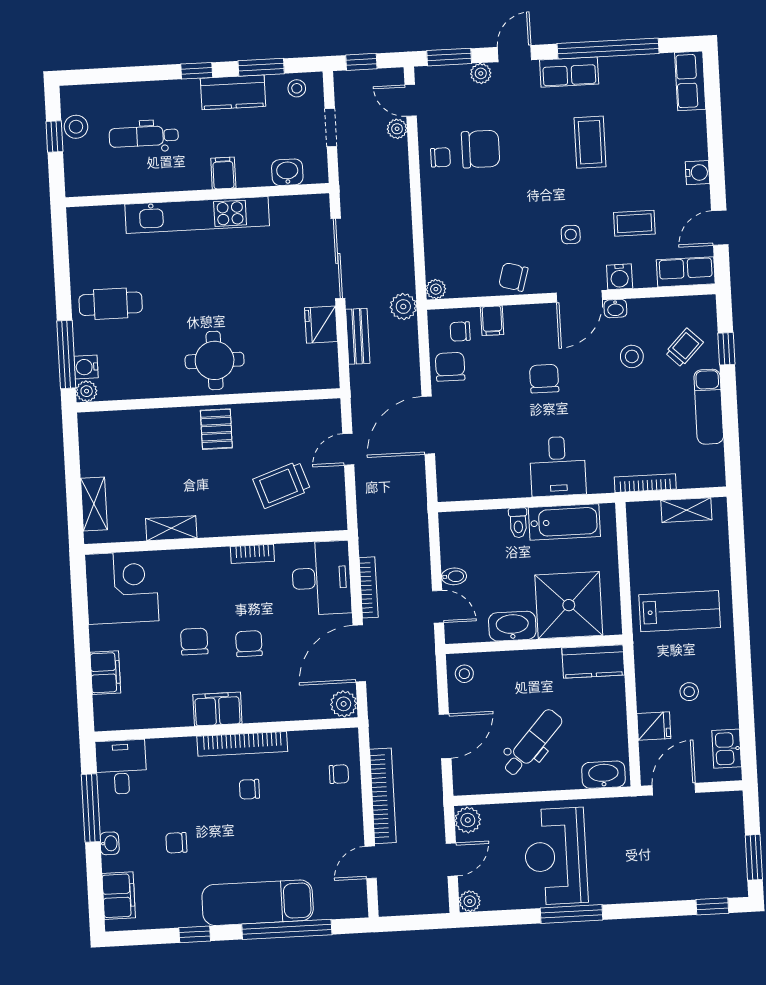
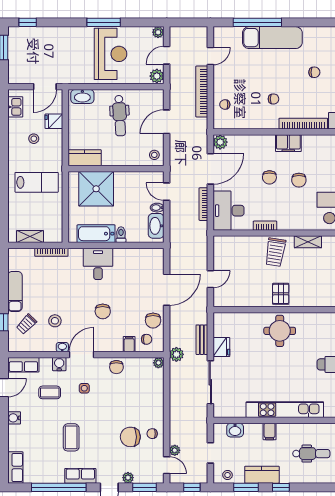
chair: (513, 277) -> (116, 367), turned 74
trolley: (282, 485) -> (275, 252), moved, turned 118
lab bench: (680, 611) -> (37, 182), turned 180
washbasin: (512, 626) -> (156, 226), moved, turned 90
dental chair: (533, 743) -> (120, 116), turned -45
bookcase: (242, 744) -> (303, 124), moved
window: (195, 934) -> (307, 22), removed

